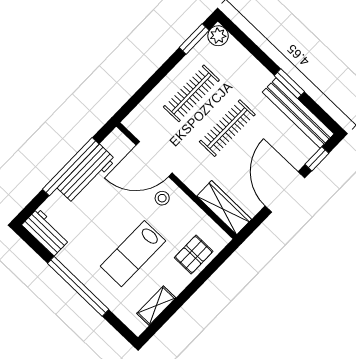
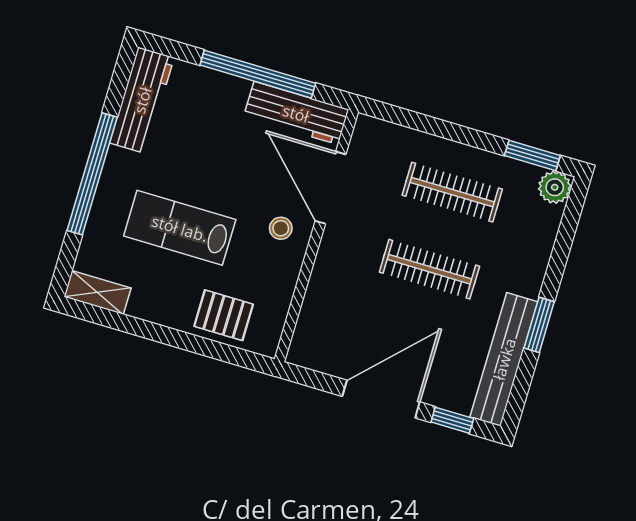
workbench: (87, 174) -> (296, 113), moved
wardrobe: (224, 208) -> (313, 324), removed
workbench: (46, 232) -> (142, 100), width x1.38
shelving: (156, 306) -> (97, 292), moved

